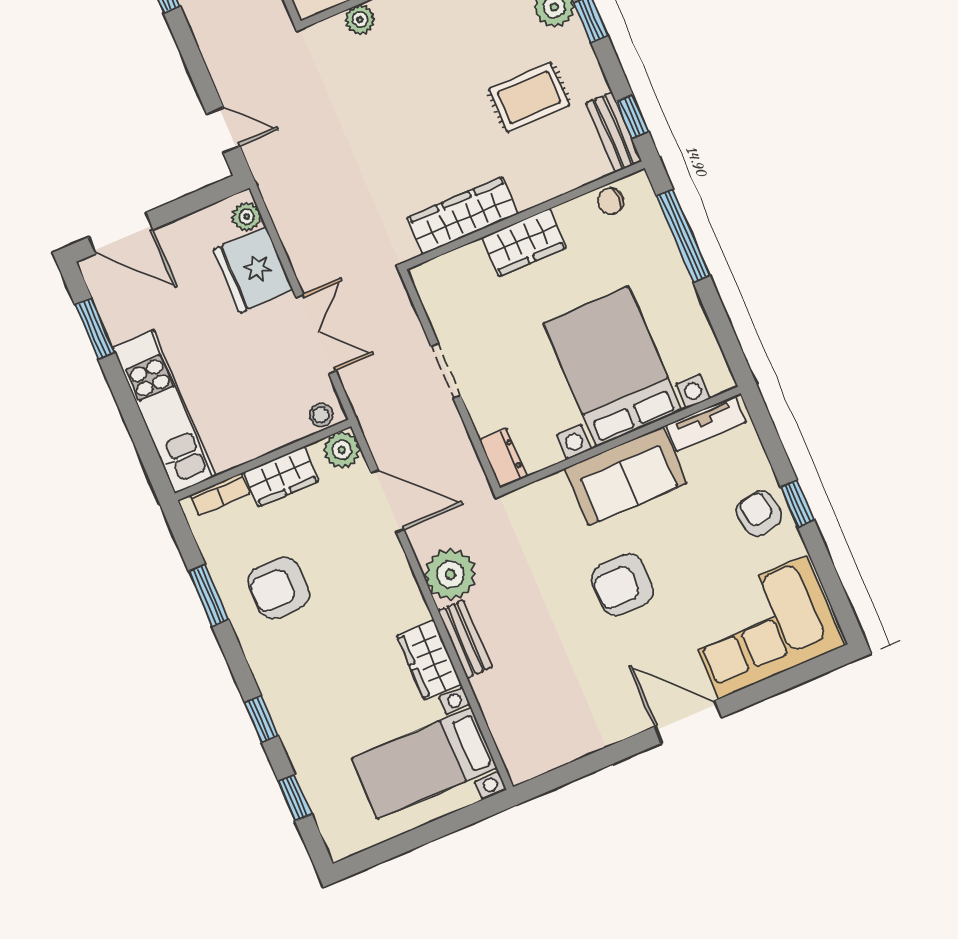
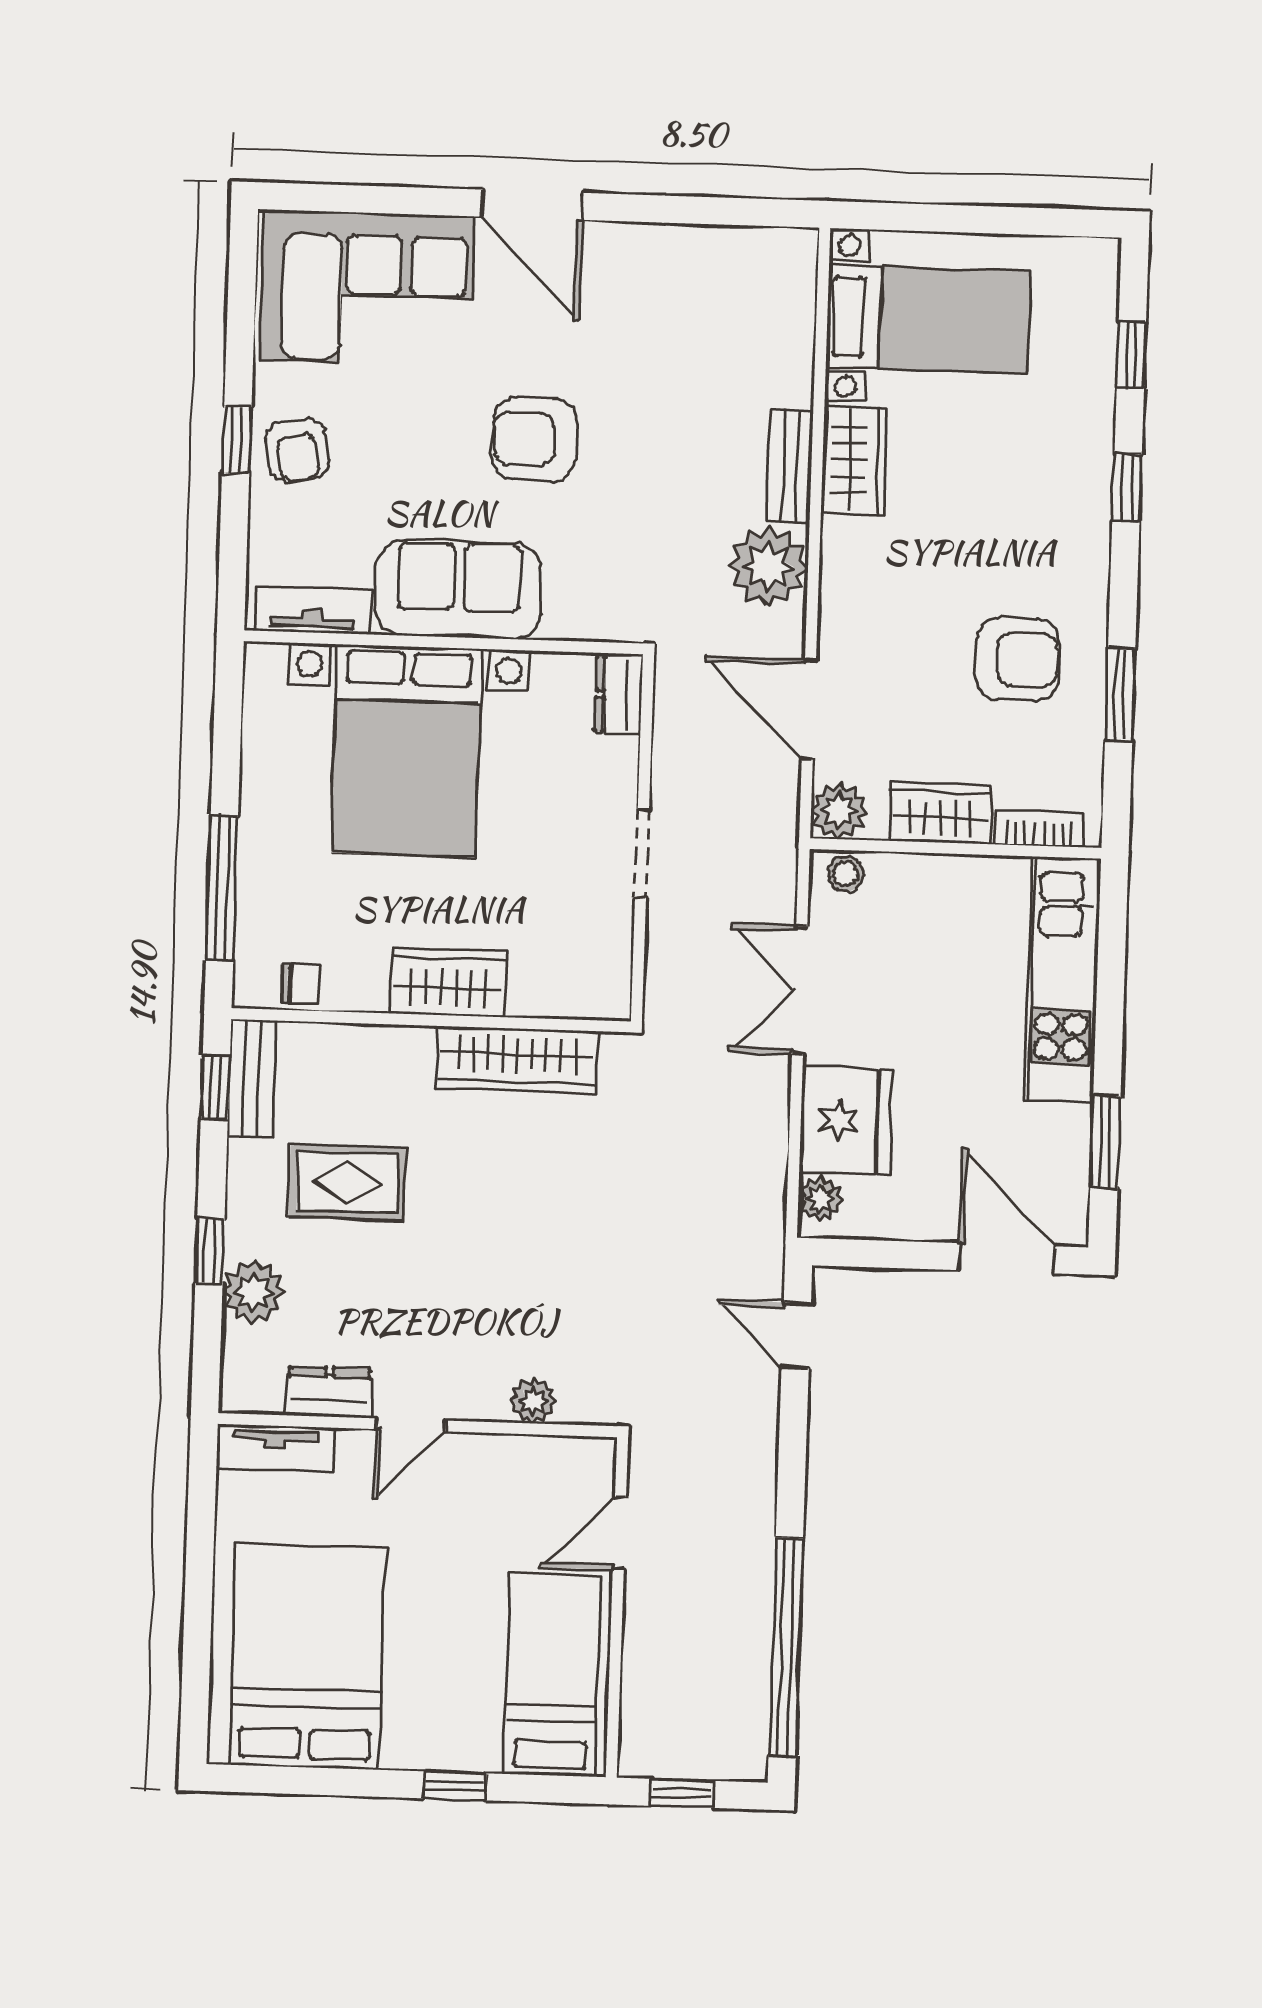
armchair: (622, 585) -> (535, 439), turned 180

